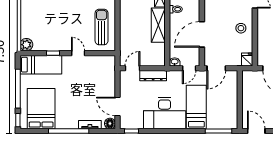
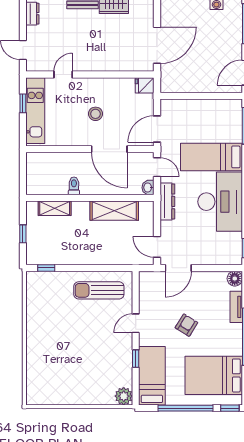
shelving: (158, 25) -> (114, 211), moved
stool: (241, 28) -> (95, 114), moved
door: (216, 68) -> (157, 129), swing flipped
dresser: (153, 76) -> (167, 201), moved
armchair: (77, 89) -> (186, 325), added
door: (117, 107) -> (178, 268), moved

